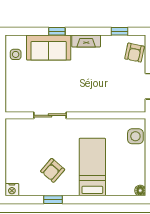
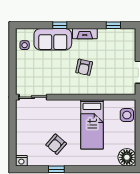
armchair: (135, 53) -> (84, 67), moved
sliding door: (50, 115) -> (33, 97), moved
bed: (92, 167) -> (92, 124), moved, turned 180
floor lamp: (140, 191) -> (127, 157), width x1.89, depth x1.89

